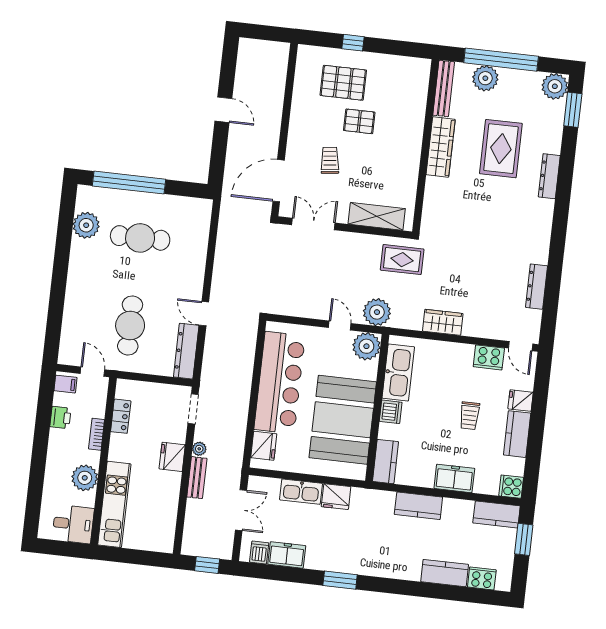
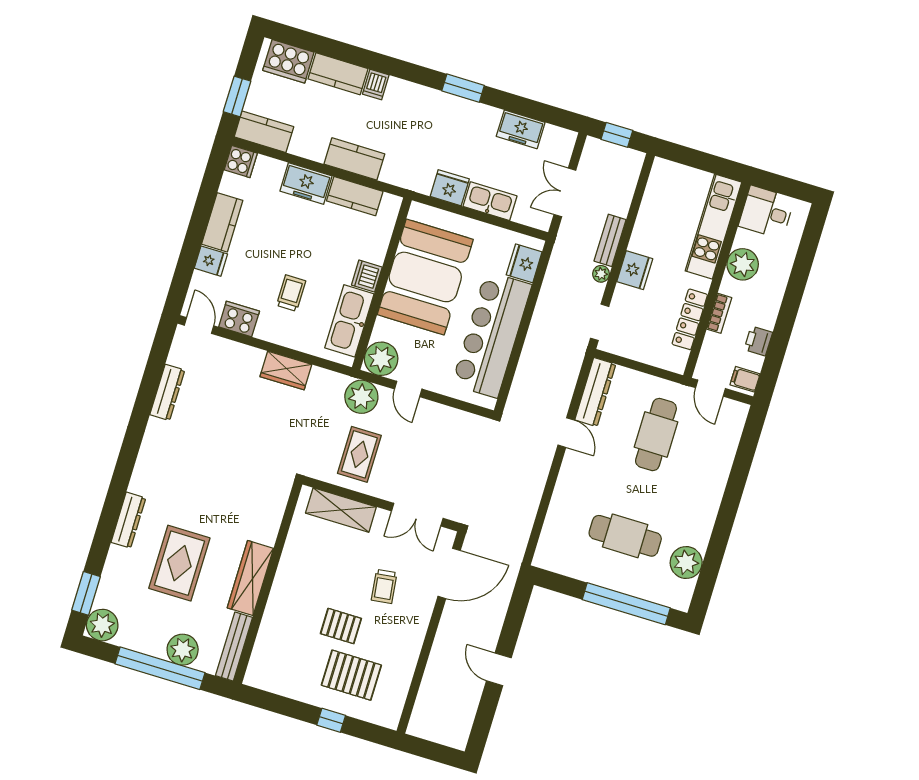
rug: (402, 260) -> (359, 454), moved, turned 90
locker: (121, 416) -> (690, 319), width x1.53
trolley: (470, 416) -> (291, 293), moved
kitchen counter: (385, 462) -> (355, 196), moved, turned -90
dishwasher: (259, 553) -> (376, 85), moved
cooker: (482, 578) -> (288, 61), width x1.37, depth x1.31

